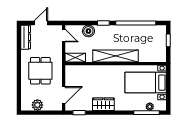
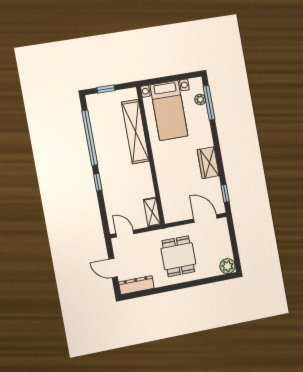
boiler: (88, 31) -> (112, 201), removed
door: (64, 36) -> (125, 234), hinge flipped
shelving: (116, 56) -> (135, 132), moved
dining table: (40, 71) -> (178, 256), turned 90
plant: (37, 105) -> (227, 266), moved

